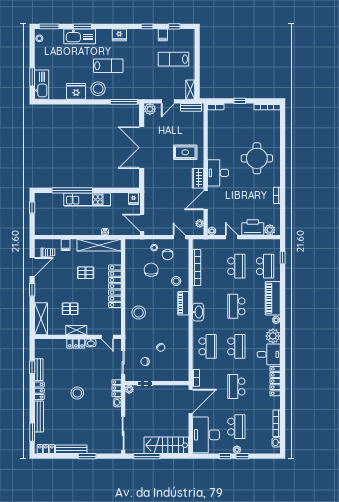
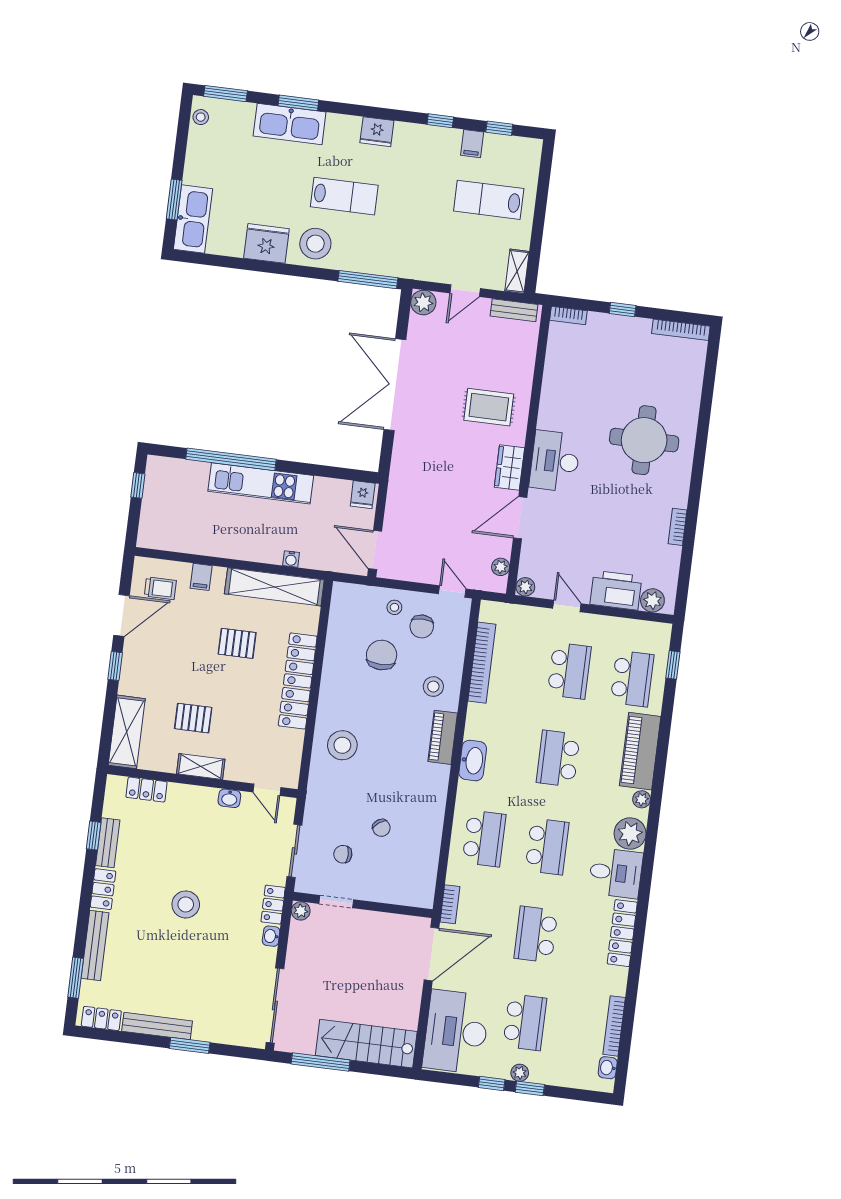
locker: (76, 344) -> (147, 790), moved

